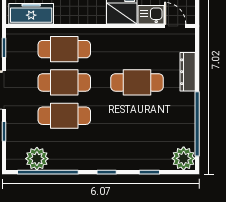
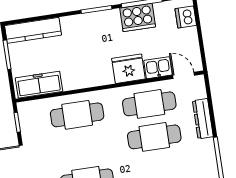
cafe table: (64, 82) -> (149, 104), moved

